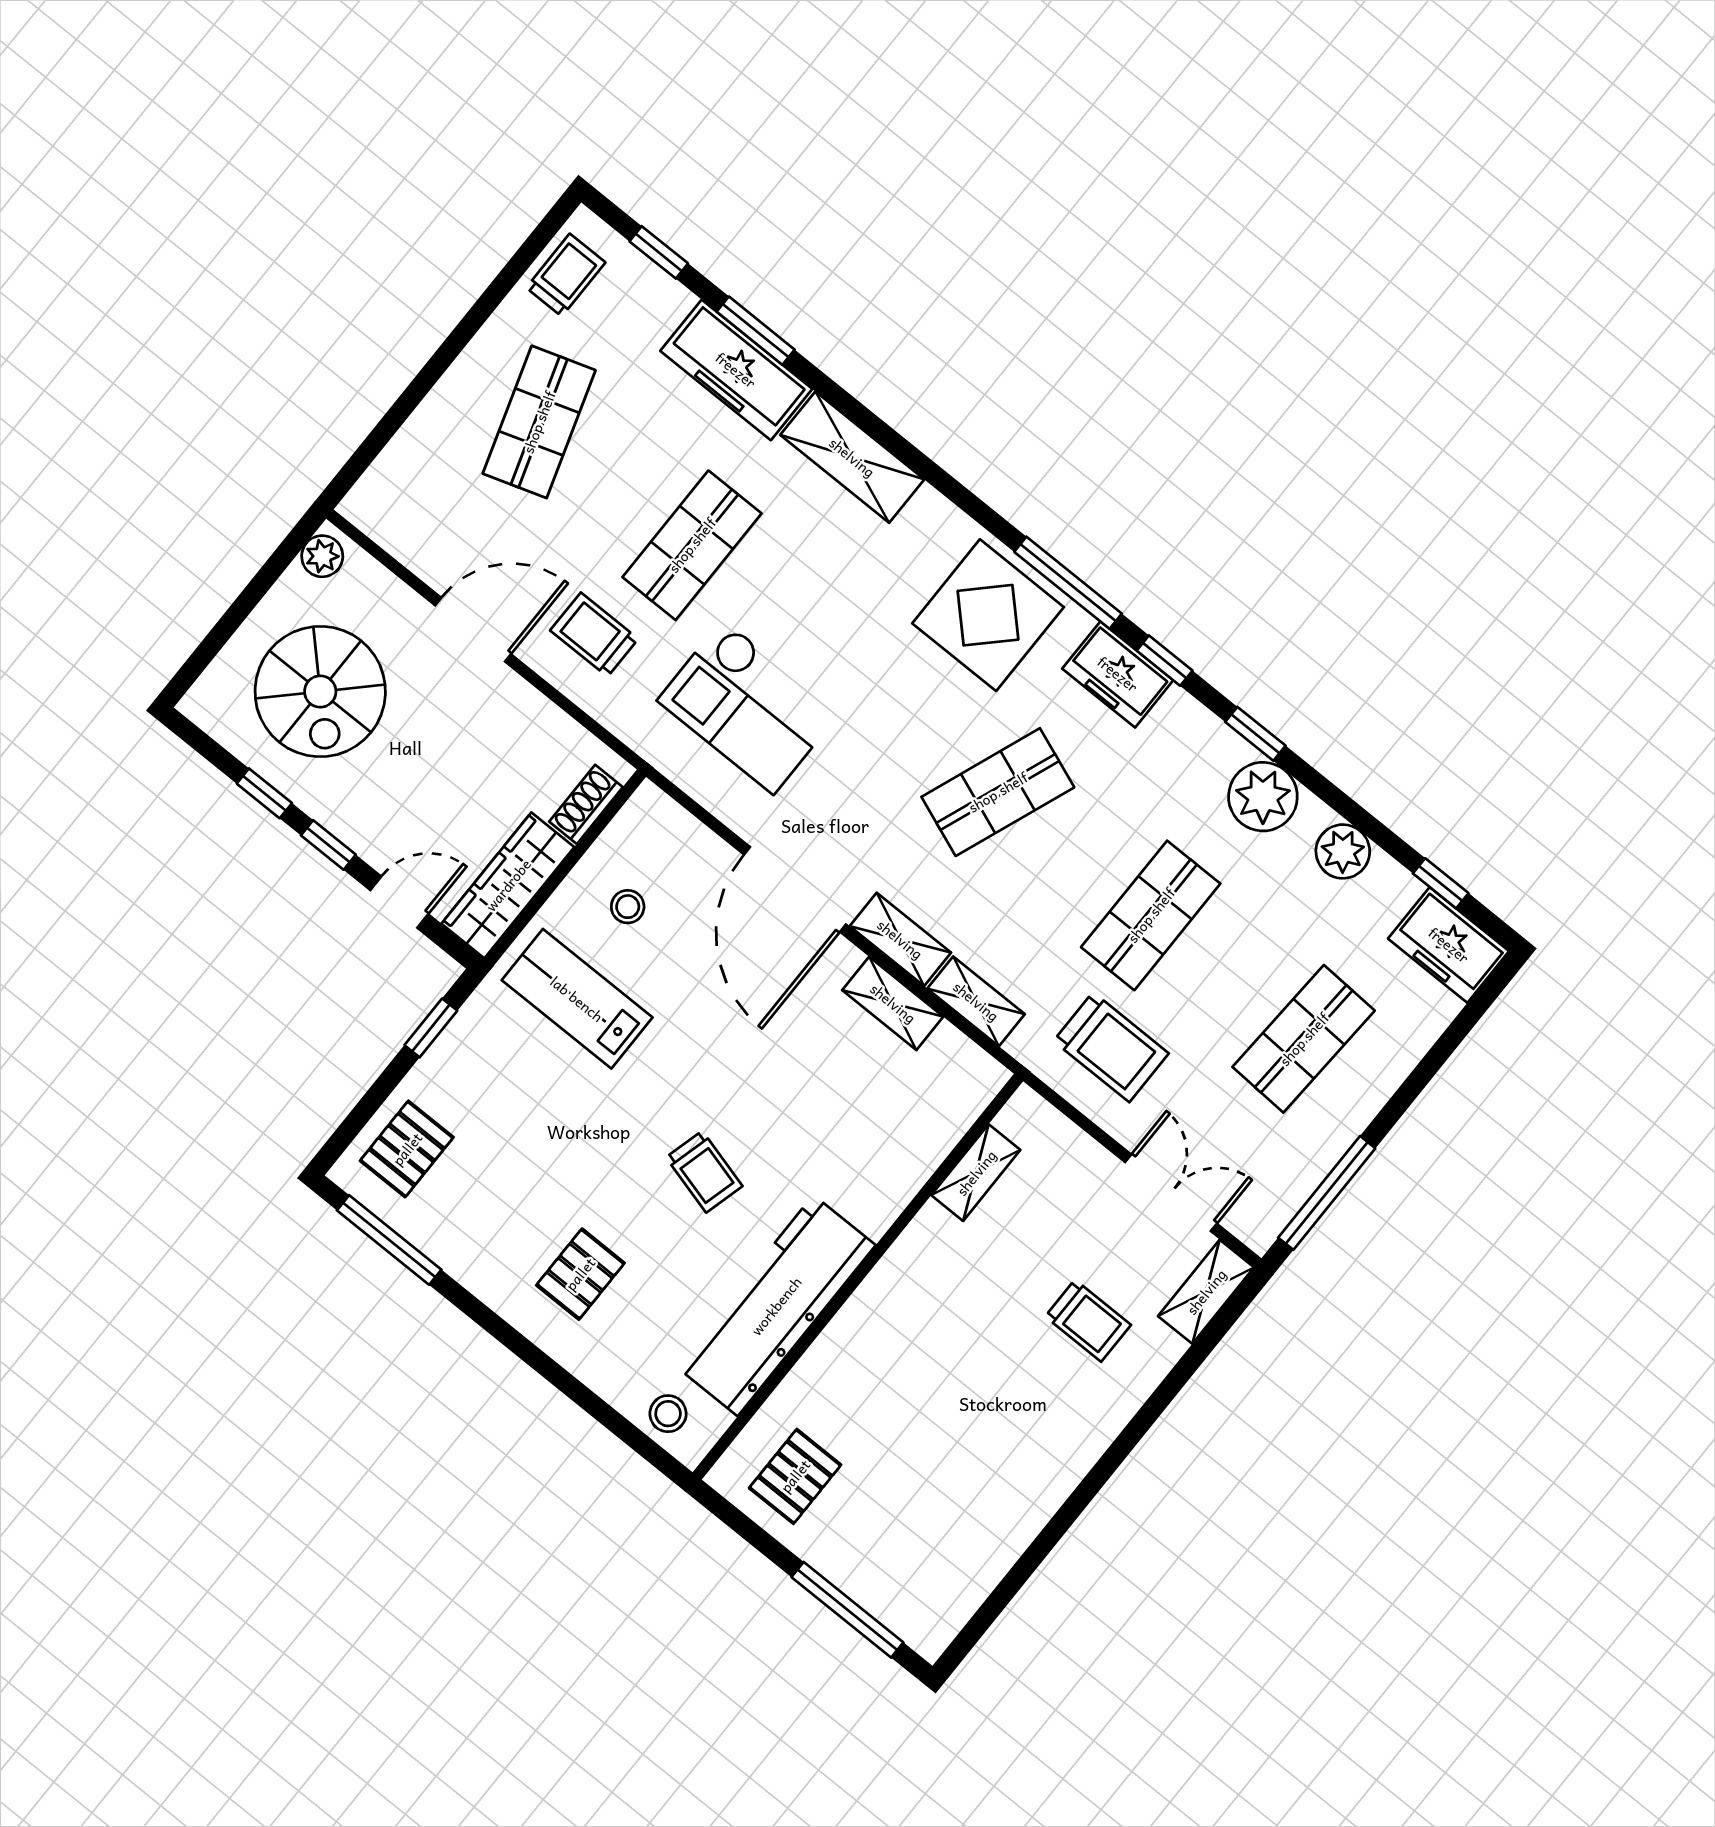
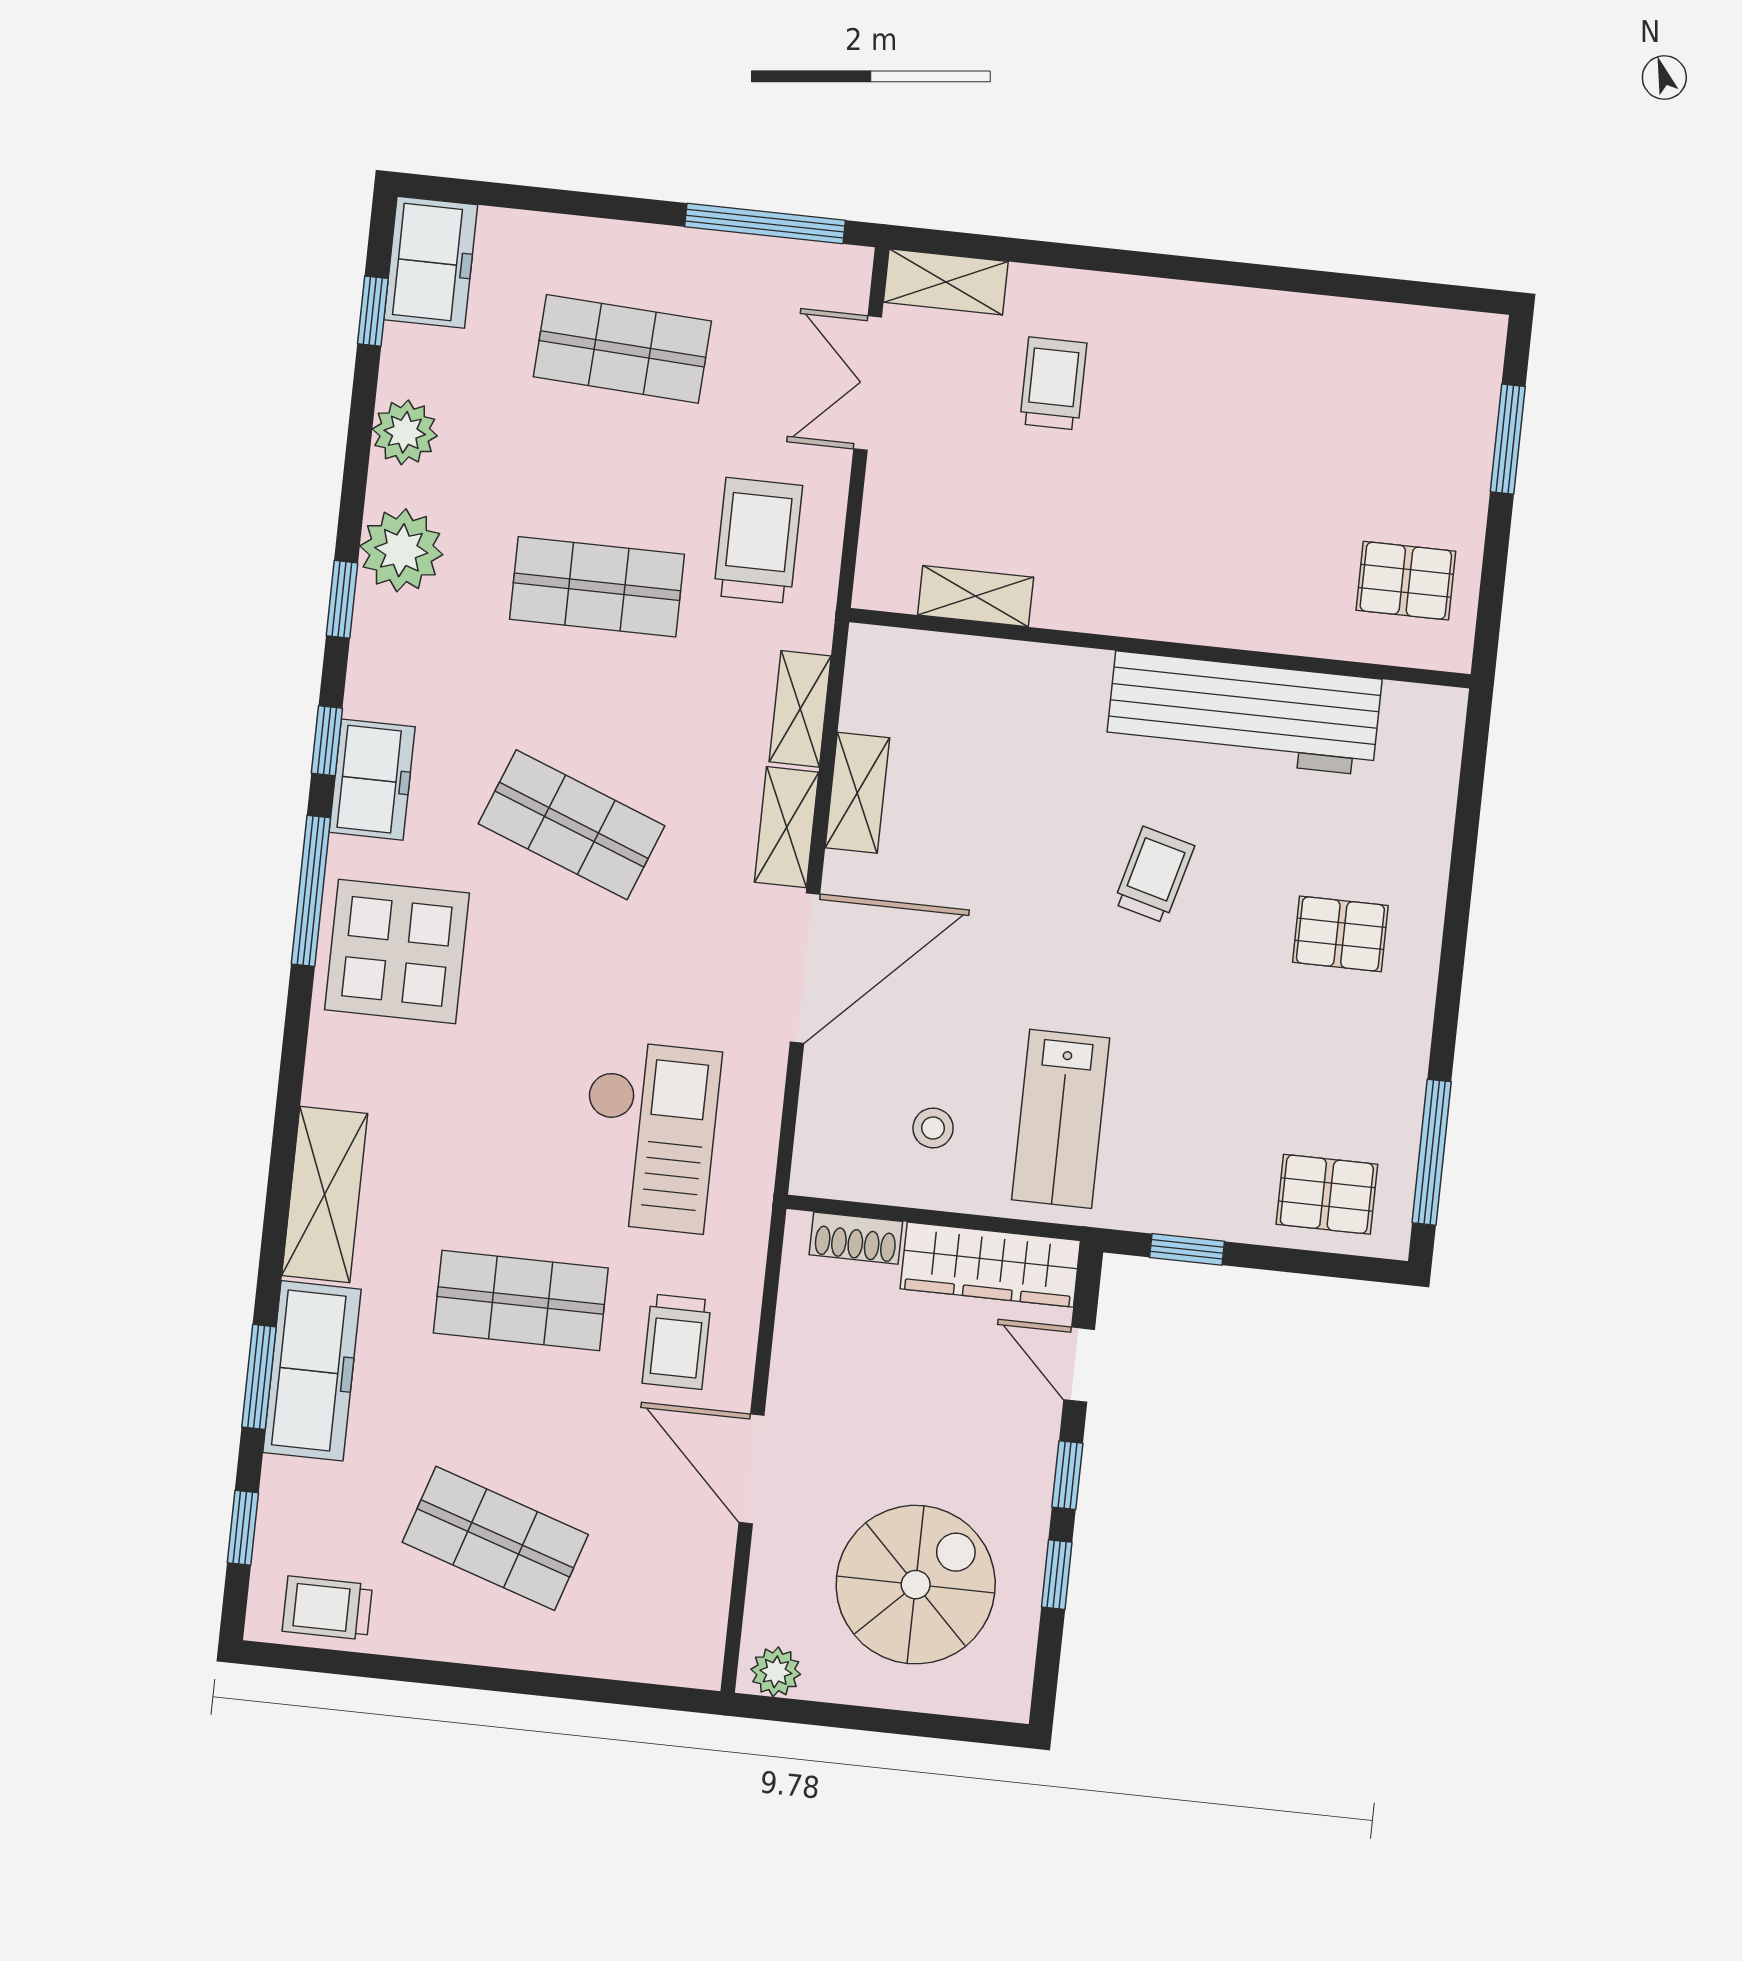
shop shelf: (539, 422) -> (495, 1538), turned 36
stool: (668, 1414) -> (1425, 752), removed
window: (847, 1610) -> (1508, 439), width x0.69

